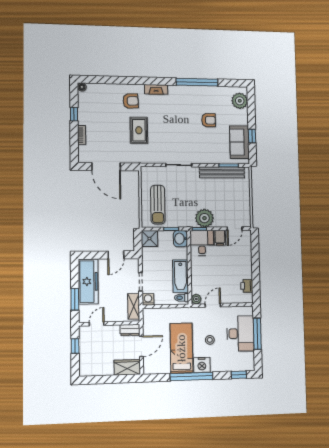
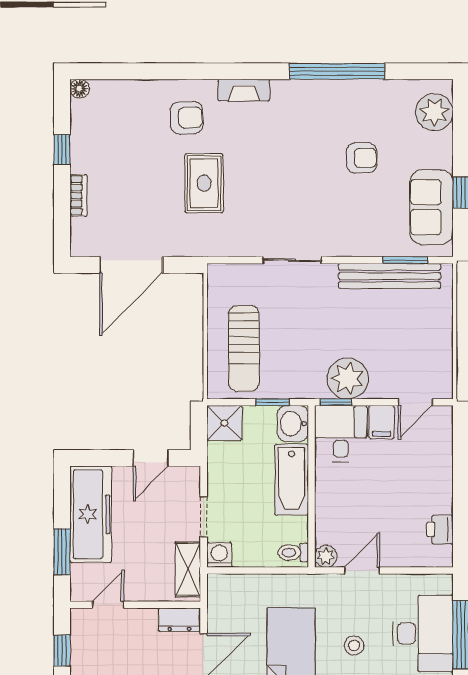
door: (106, 167) -> (131, 265), hinge flipped
bathtub: (180, 276) -> (292, 480), moved

